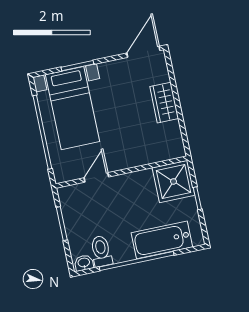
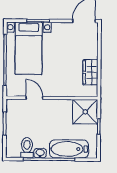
wardrobe: (164, 103) -> (90, 72), moved
door: (96, 177) -> (34, 98), hinge flipped
washbasin: (84, 263) -> (40, 153), moved

